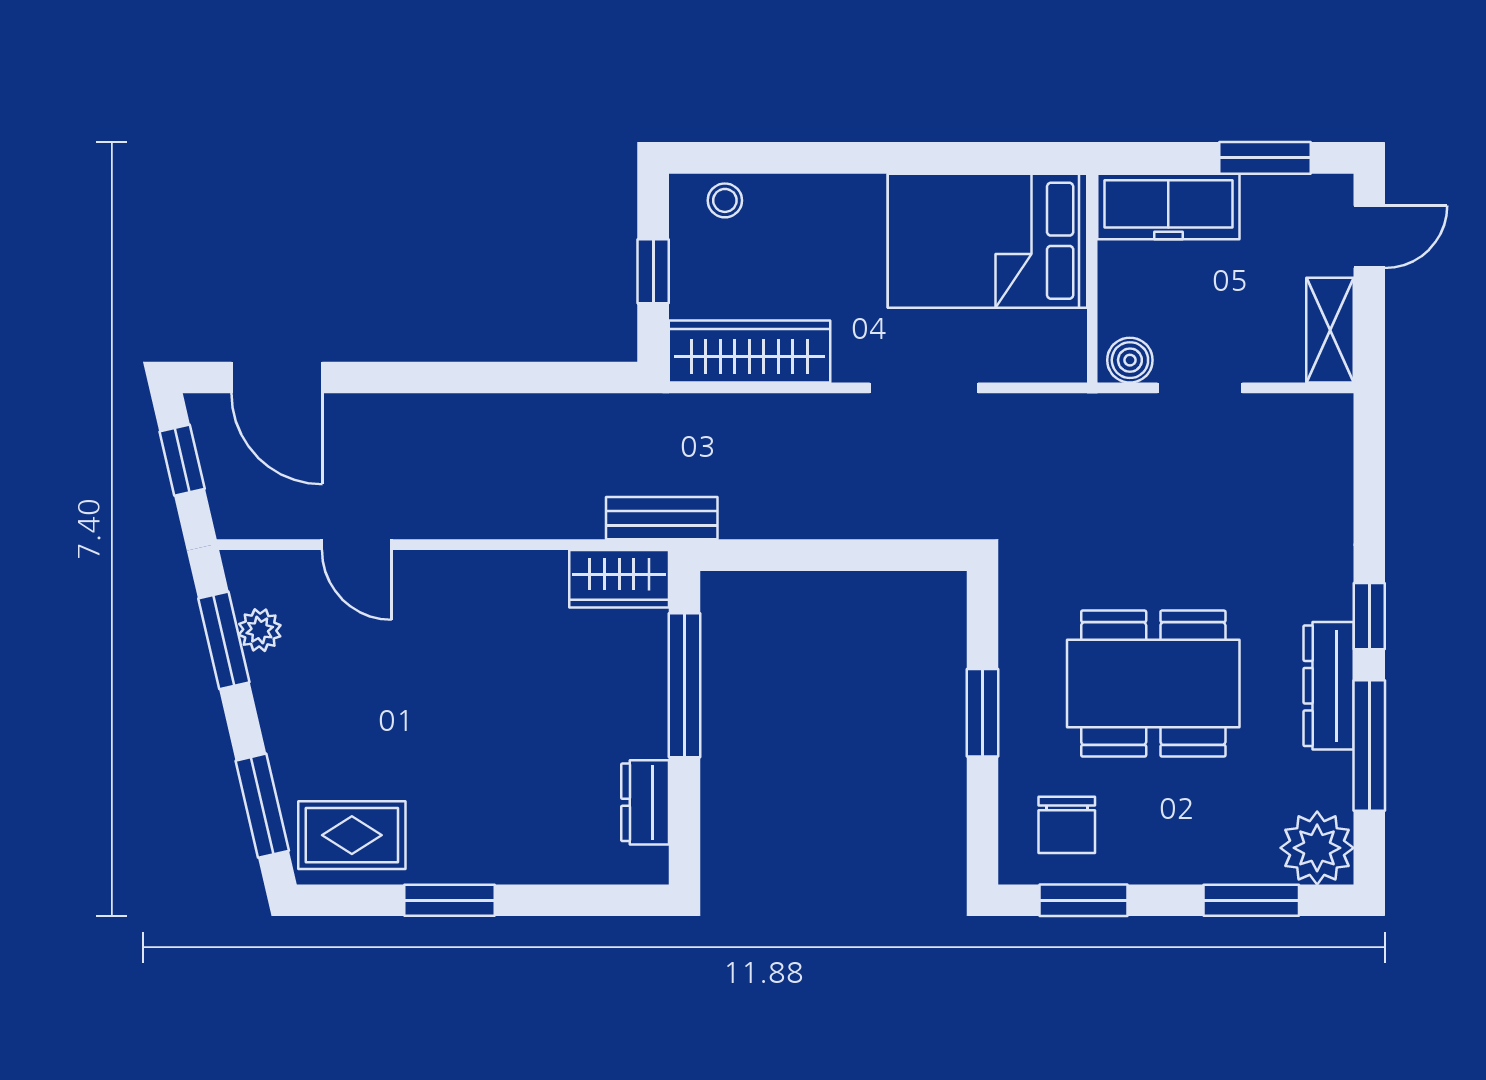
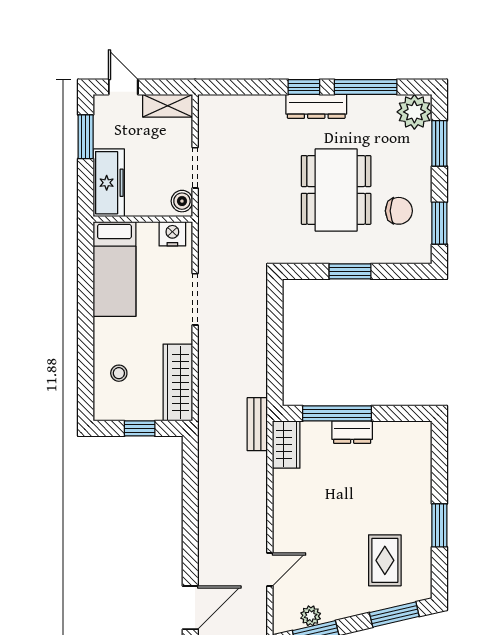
stool: (725, 200) -> (119, 373), moved
bed: (987, 241) -> (114, 269), width x0.67
nightstand: (1061, 340) -> (172, 234), added
dresser: (1329, 686) -> (316, 106), moved
dresser: (645, 802) -> (352, 432), moved
chair: (1067, 825) -> (399, 211), moved
rug: (352, 835) -> (385, 560), moved

